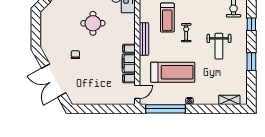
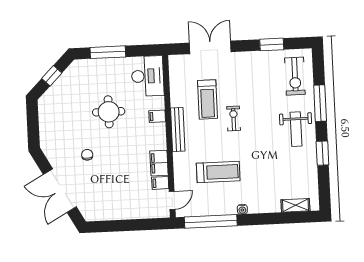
window: (251, 24) -> (320, 103), width x2.17
weight bench: (219, 46) -> (296, 129), moved
filing cabinet: (129, 49) -> (157, 116), moved
treadmill: (173, 72) -> (218, 172), width x0.73, depth x0.73

